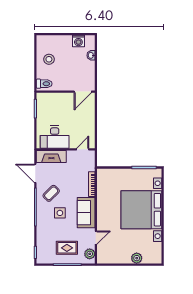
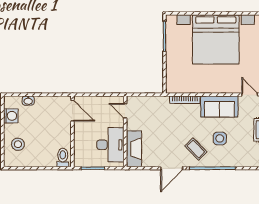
stool: (49, 59) -> (18, 144), moved
desk: (55, 137) -> (110, 145), moved
wall: (66, 149) -> (125, 131), moved
door: (83, 149) -> (125, 111), moved
fireplace: (51, 156) -> (134, 149), moved

